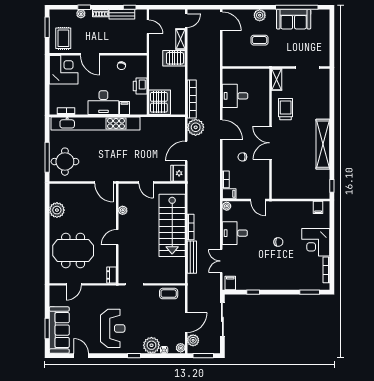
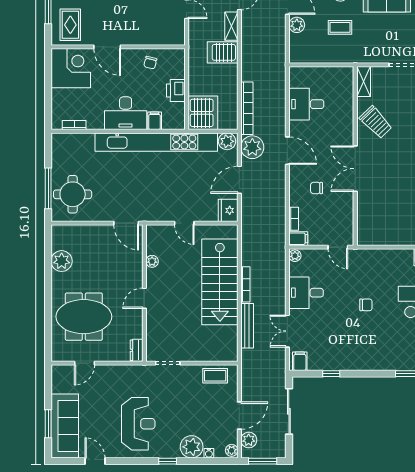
plant: (228, 38) -> (297, 25), added
trolley: (286, 109) -> (376, 122), turned 136
kitchen unit: (96, 123) -> (156, 142), moved
plant: (177, 123) -> (227, 141), added

